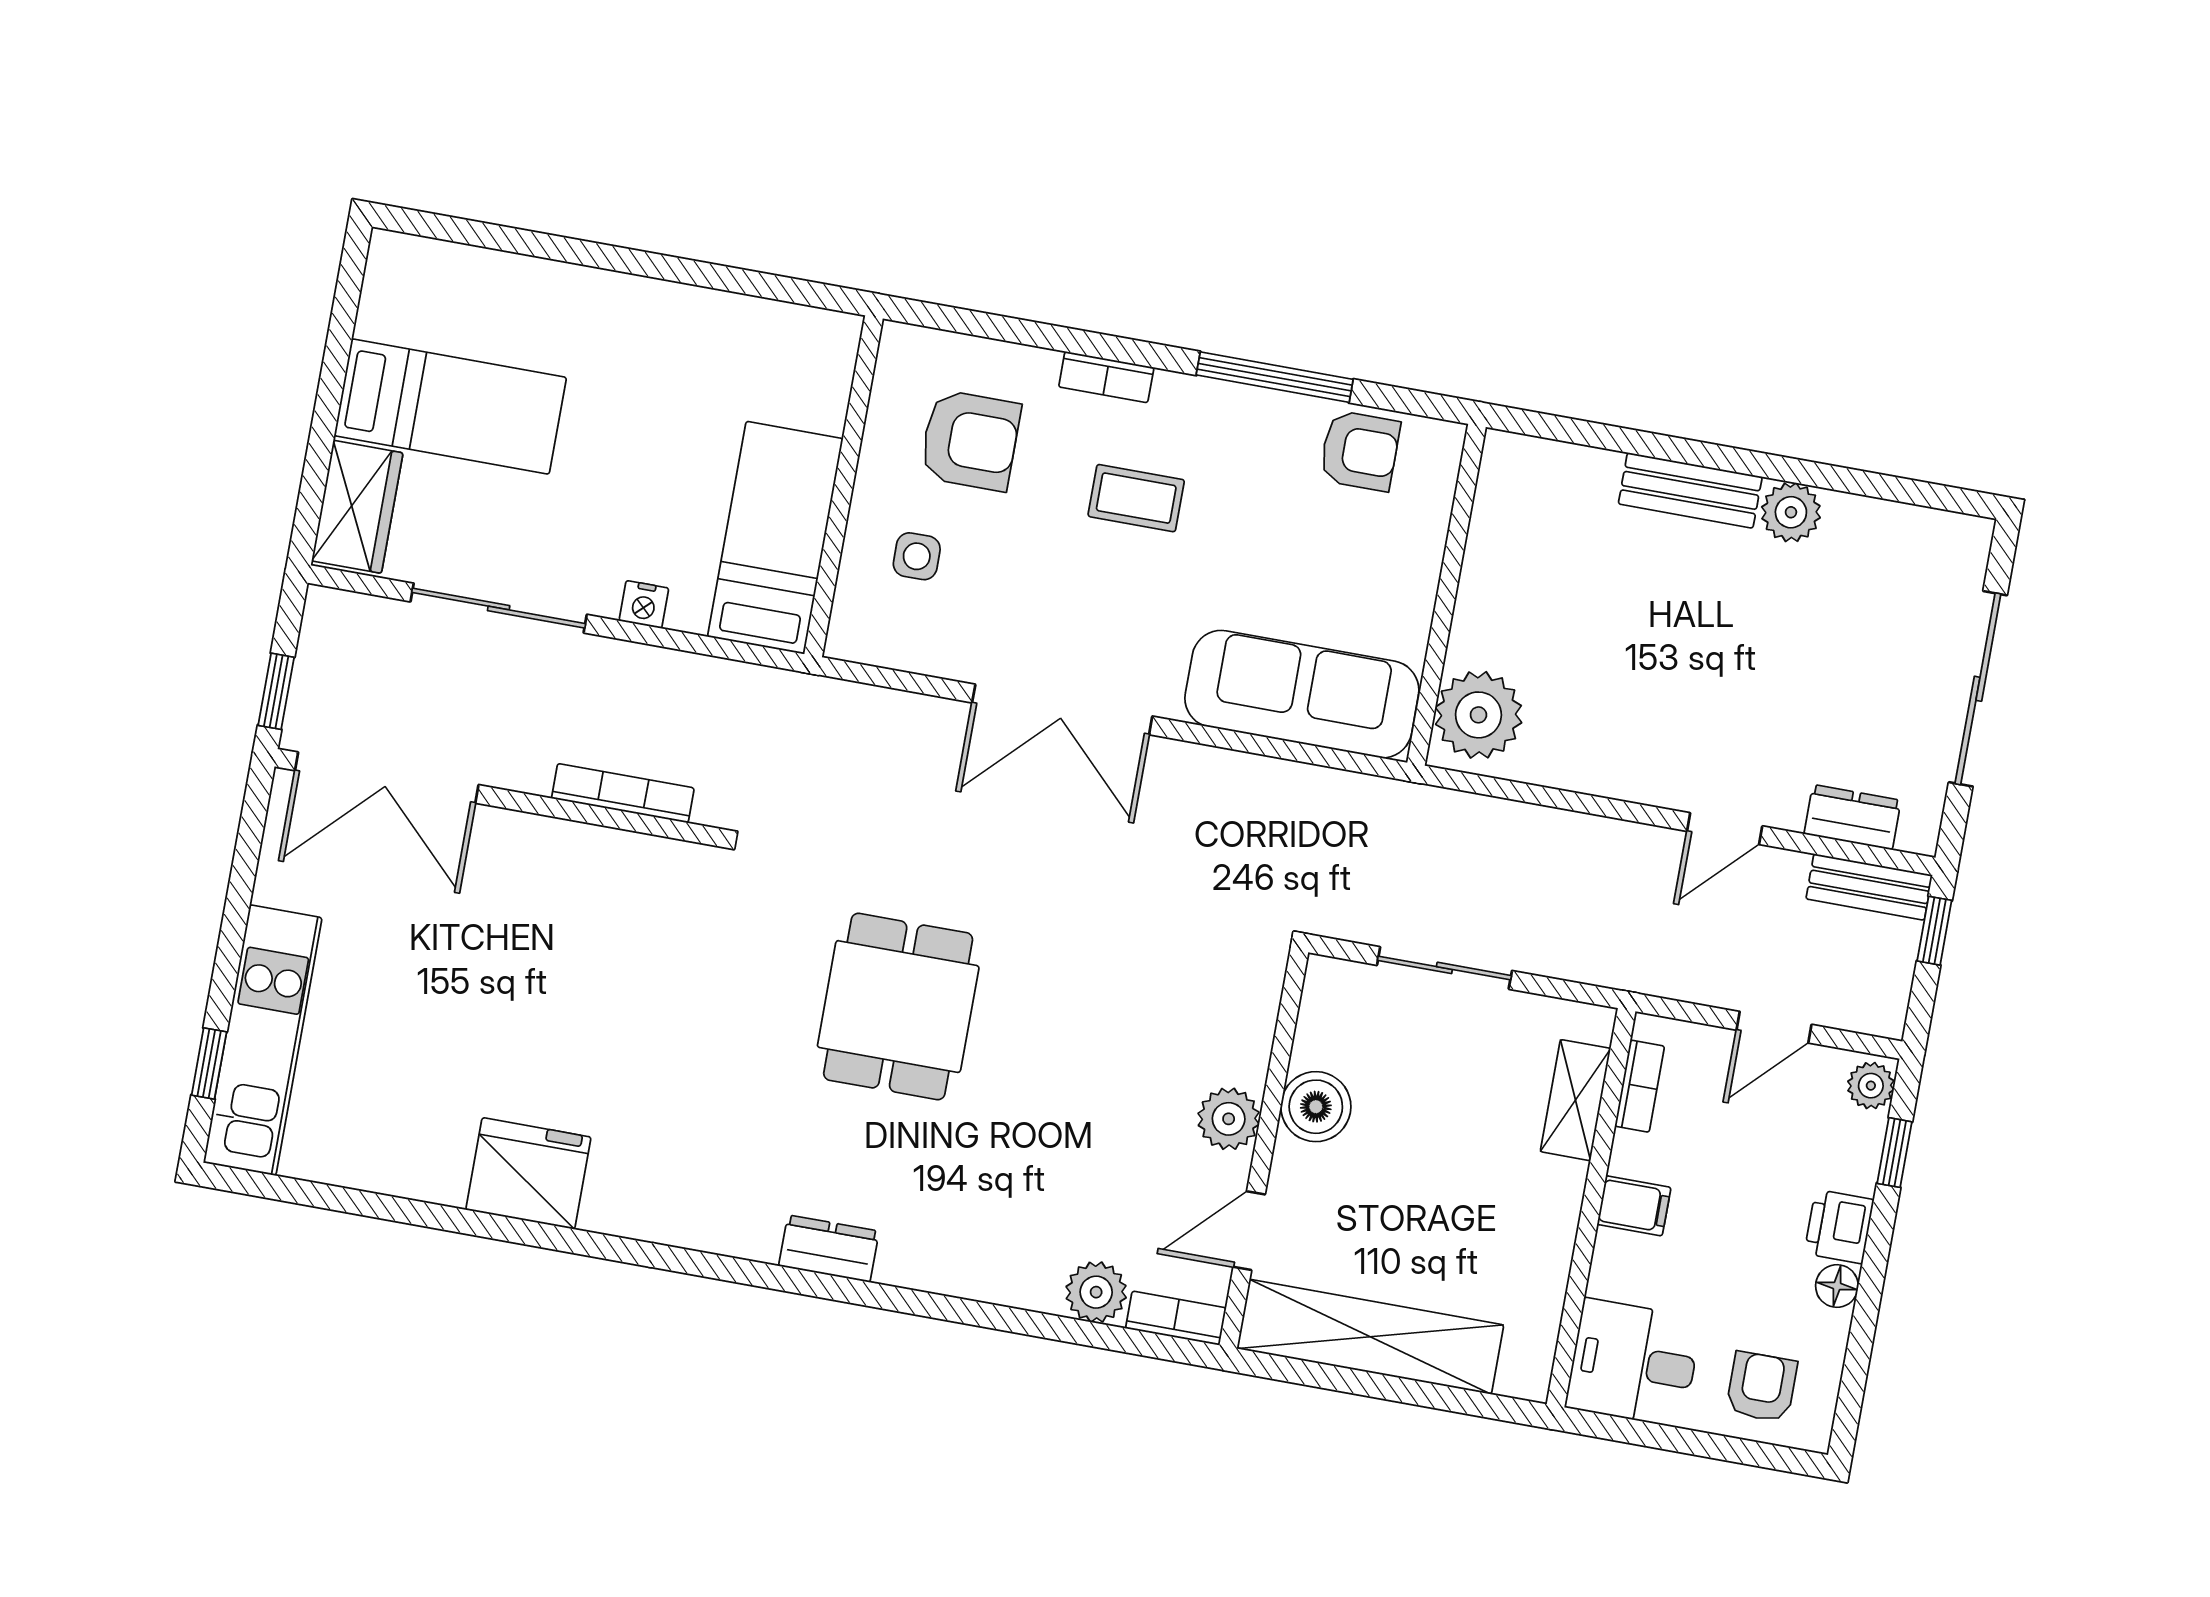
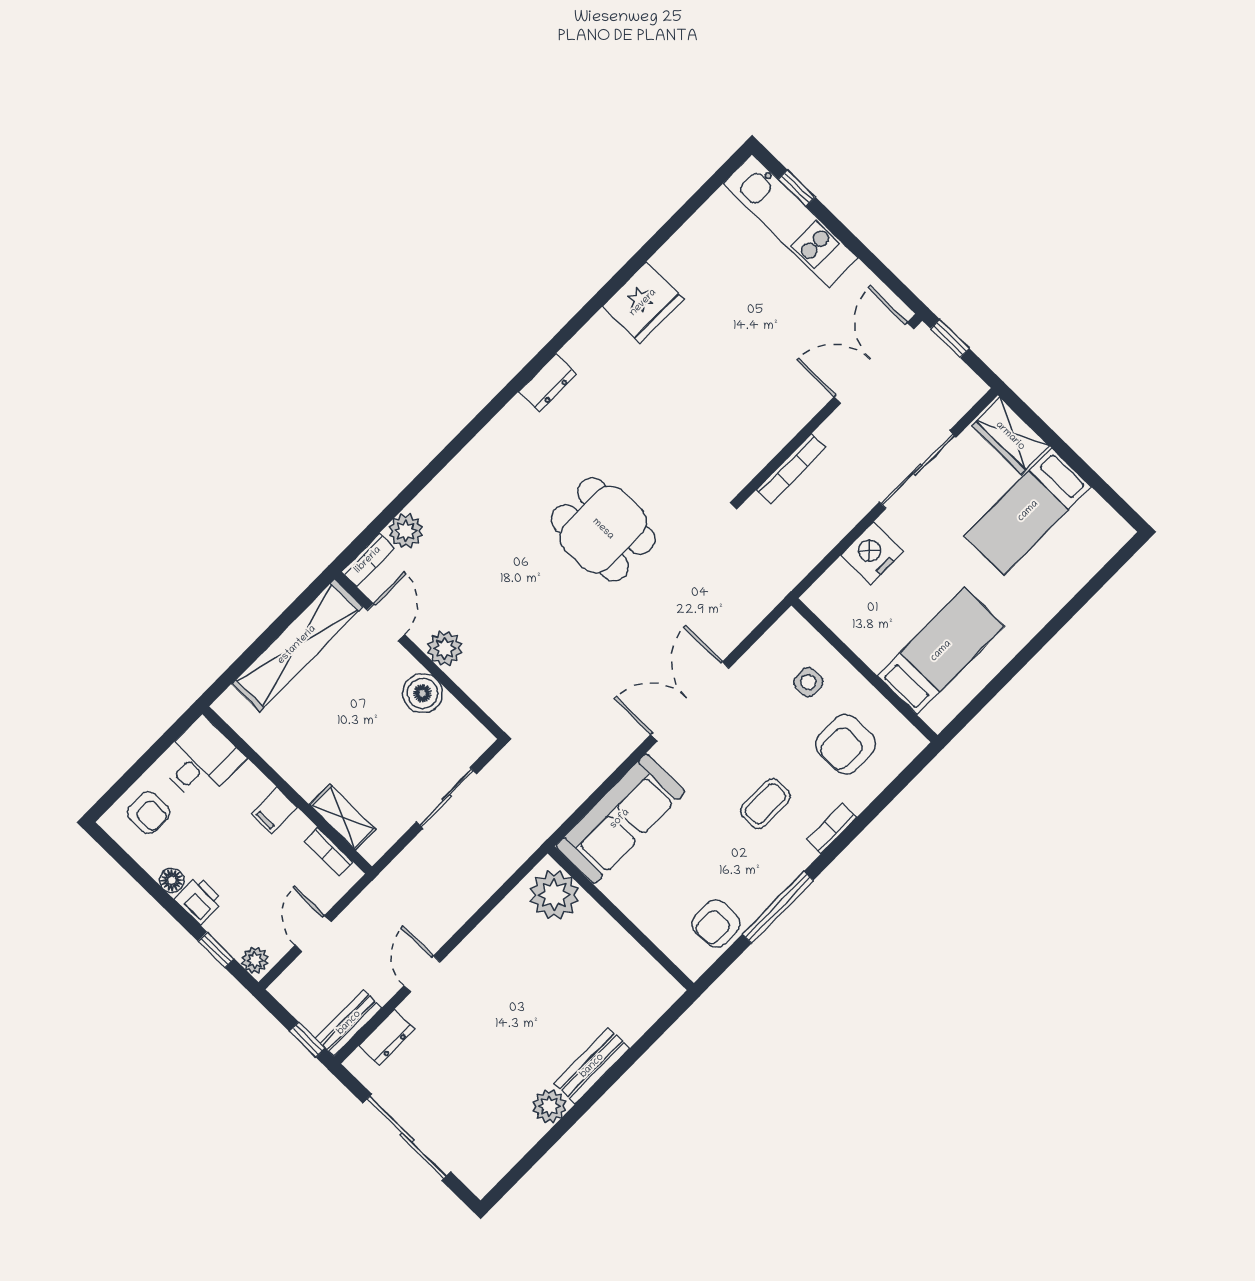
bed: (775, 538) -> (941, 651), moved, turned -90
nightstand: (644, 604) -> (872, 553), width x1.89, depth x1.79
dresser: (829, 1249) -> (548, 383), moved

